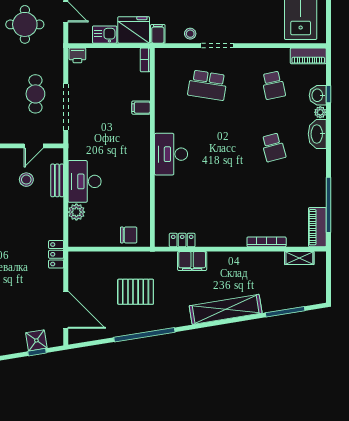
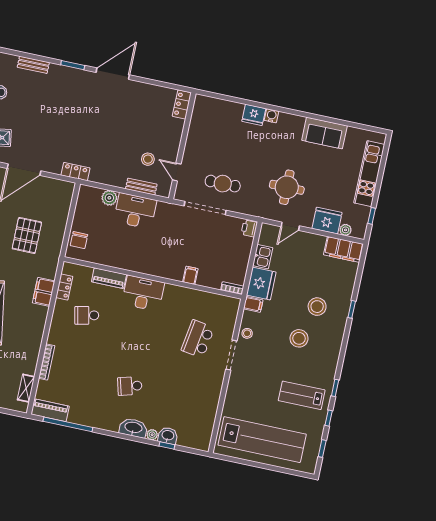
piano: (308, 56) -> (109, 278), moved, turned -90
school desk: (273, 85) -> (87, 315), moved

